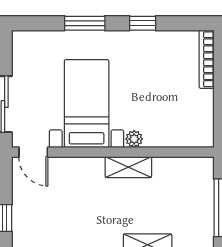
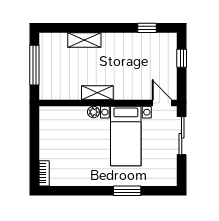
window: (143, 23) -> (88, 191), removed
bookcase: (207, 59) -> (44, 173), width x0.64

